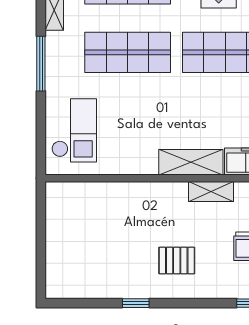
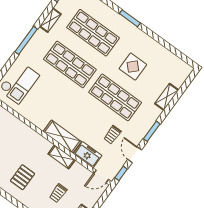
pallet: (177, 260) -> (23, 177), turned 90

